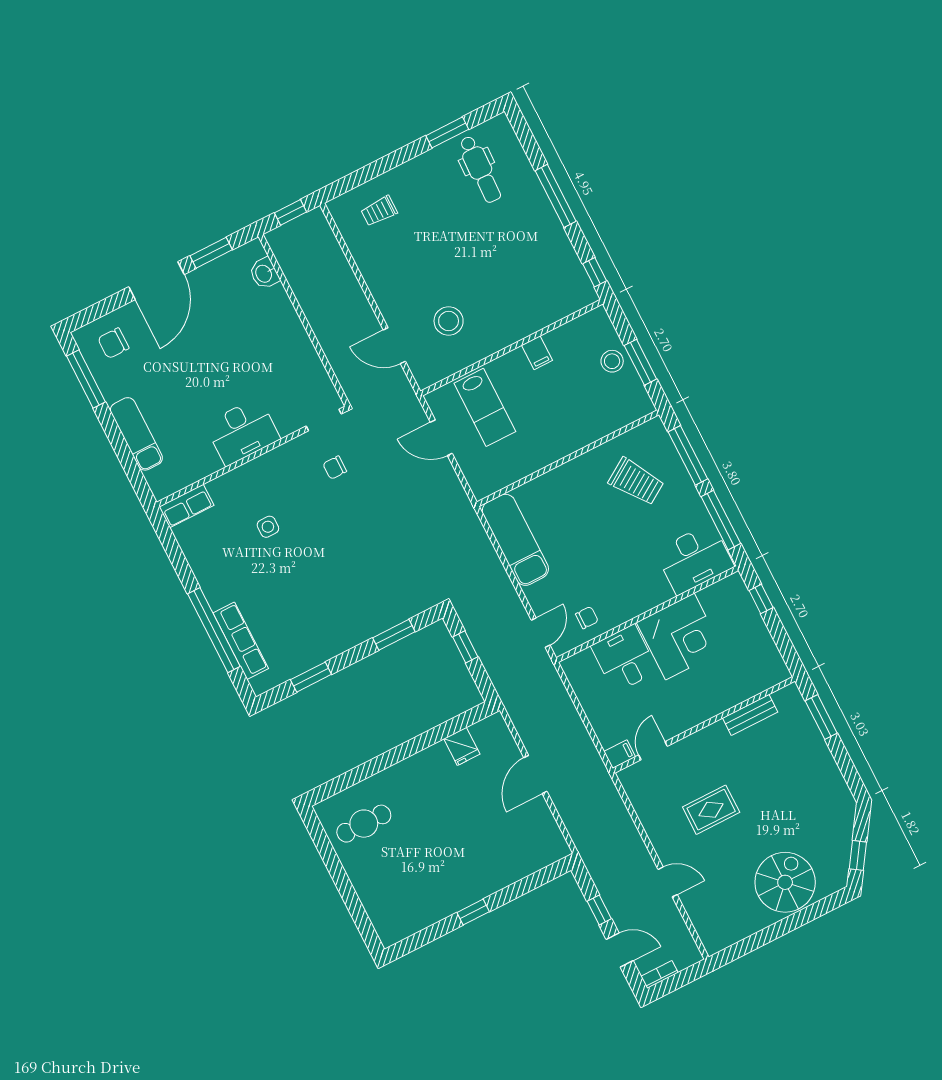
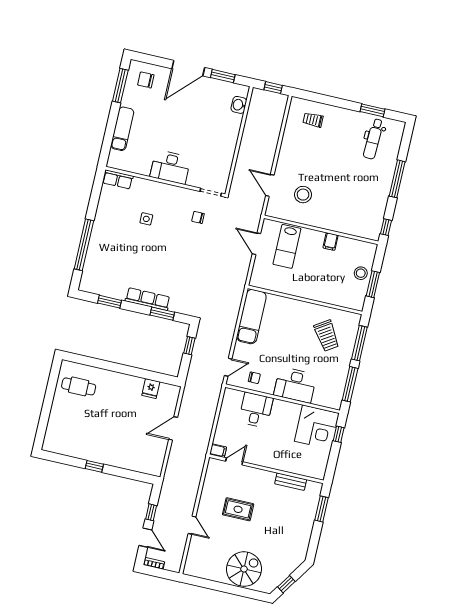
desk: (694, 559) -> (295, 385), moved
corner desk: (680, 637) -> (317, 427), moved
row of seats: (241, 641) -> (148, 299), moved, turned -90

